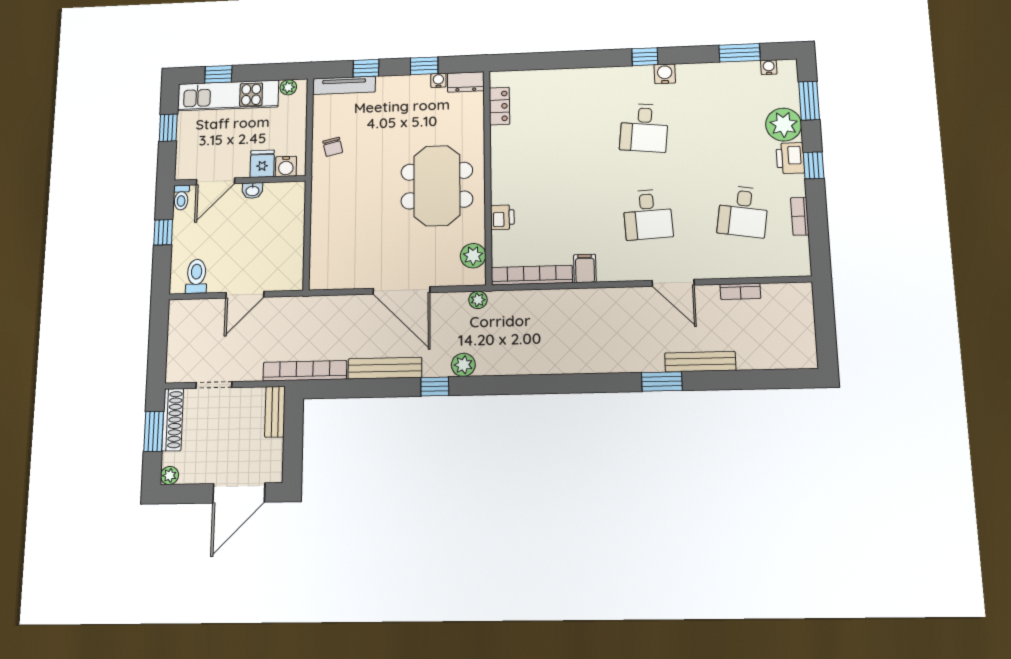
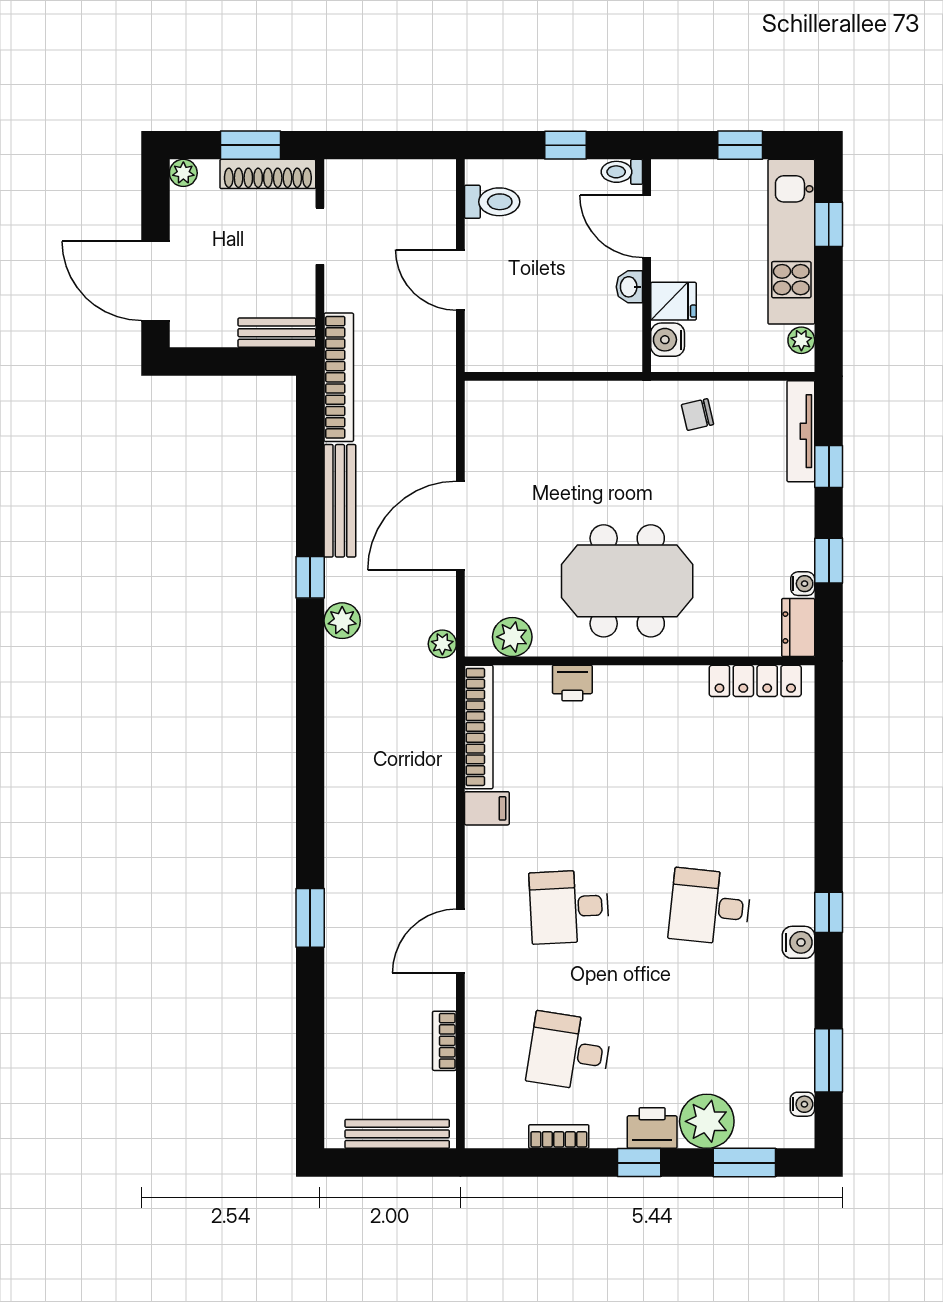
locker: (499, 106) -> (755, 681), width x1.53
bench: (700, 362) -> (397, 1134), moved, turned 90

